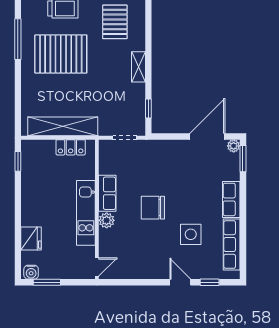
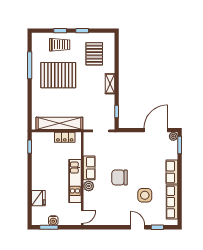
water cooler: (31, 272) -> (53, 220), moved

